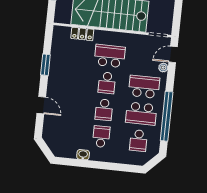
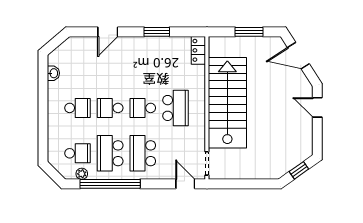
locker: (82, 34) -> (198, 50), moved
plant: (163, 68) -> (82, 174), moved
school desk: (144, 87) -> (143, 153), turned 180
school desk: (138, 140) -> (77, 153), turned 180
washbasin: (83, 155) -> (53, 73), moved

